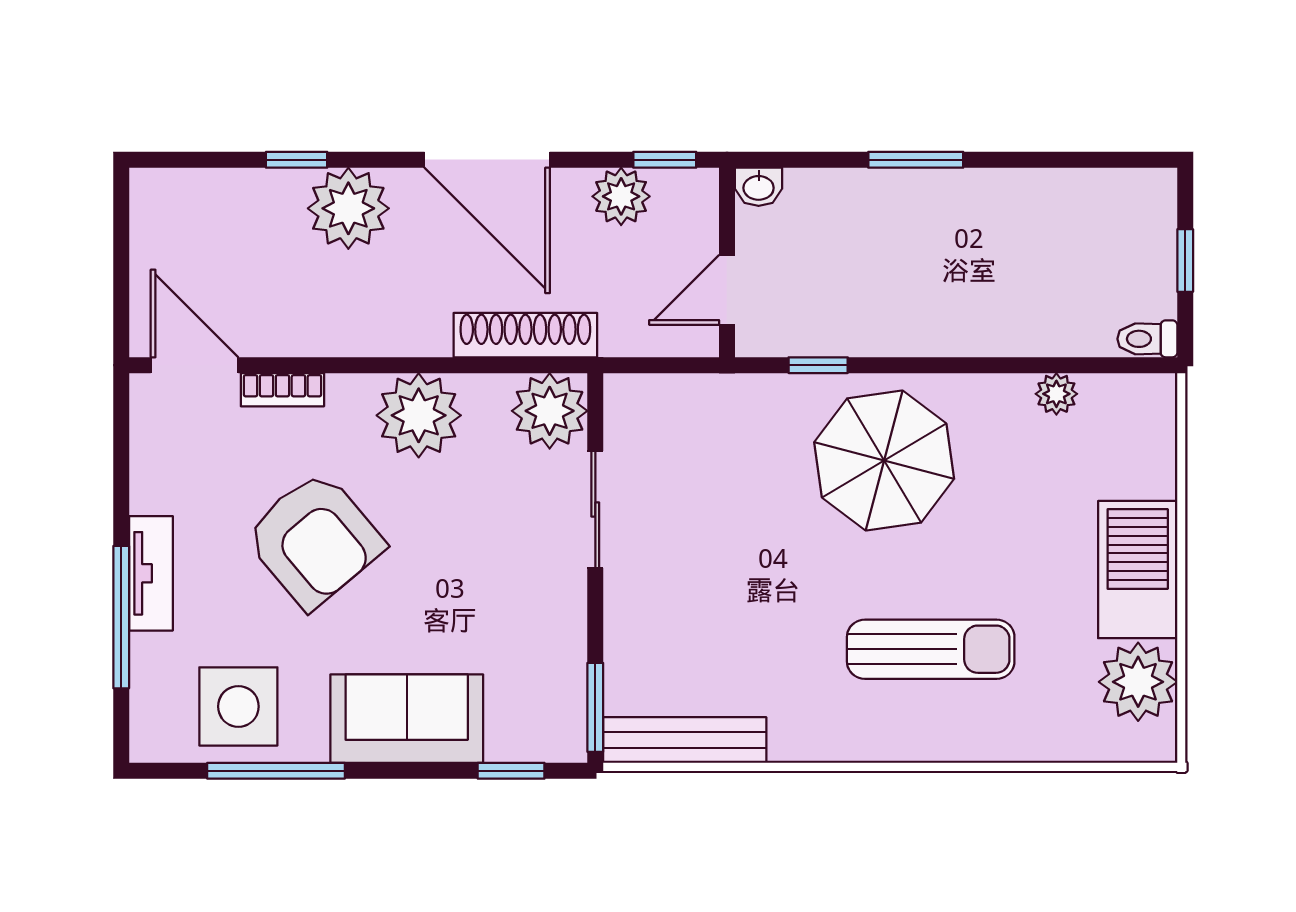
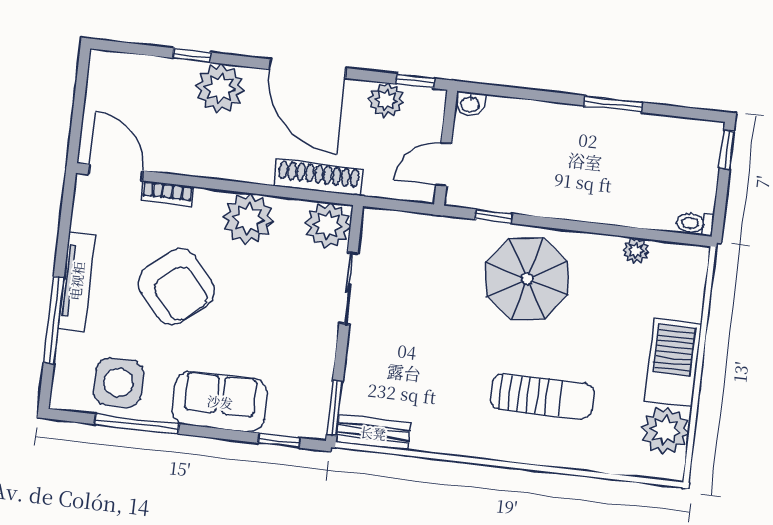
window: (916, 160) -> (613, 104), moved
window: (1185, 260) -> (727, 150), moved
tv unit: (151, 573) -> (77, 281), width x1.41
bench: (685, 740) -> (373, 433), width x0.73

